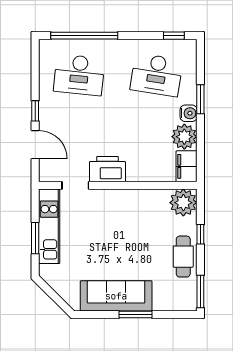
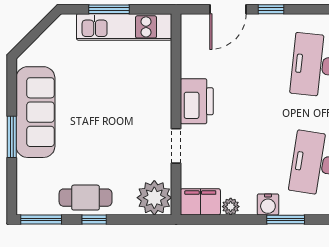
plant: (184, 137) -> (231, 207), width x0.53, depth x0.53
doorway: (75, 185) -> (176, 146), moved
window: (200, 234) -> (94, 220), moved

